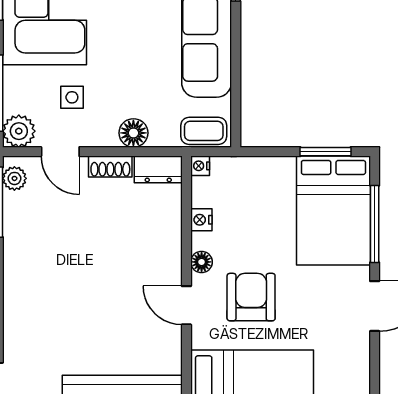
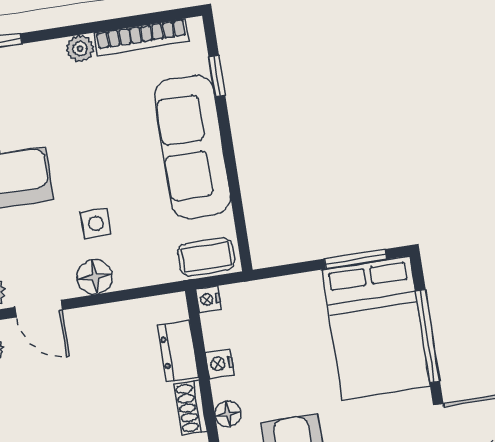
side table: (72, 97) -> (96, 223), moved
floor lamp: (133, 133) -> (95, 277), moved
shoe rack: (110, 166) -> (190, 408), moved, turned 90
dresser: (158, 169) -> (178, 351), moved, turned 90

